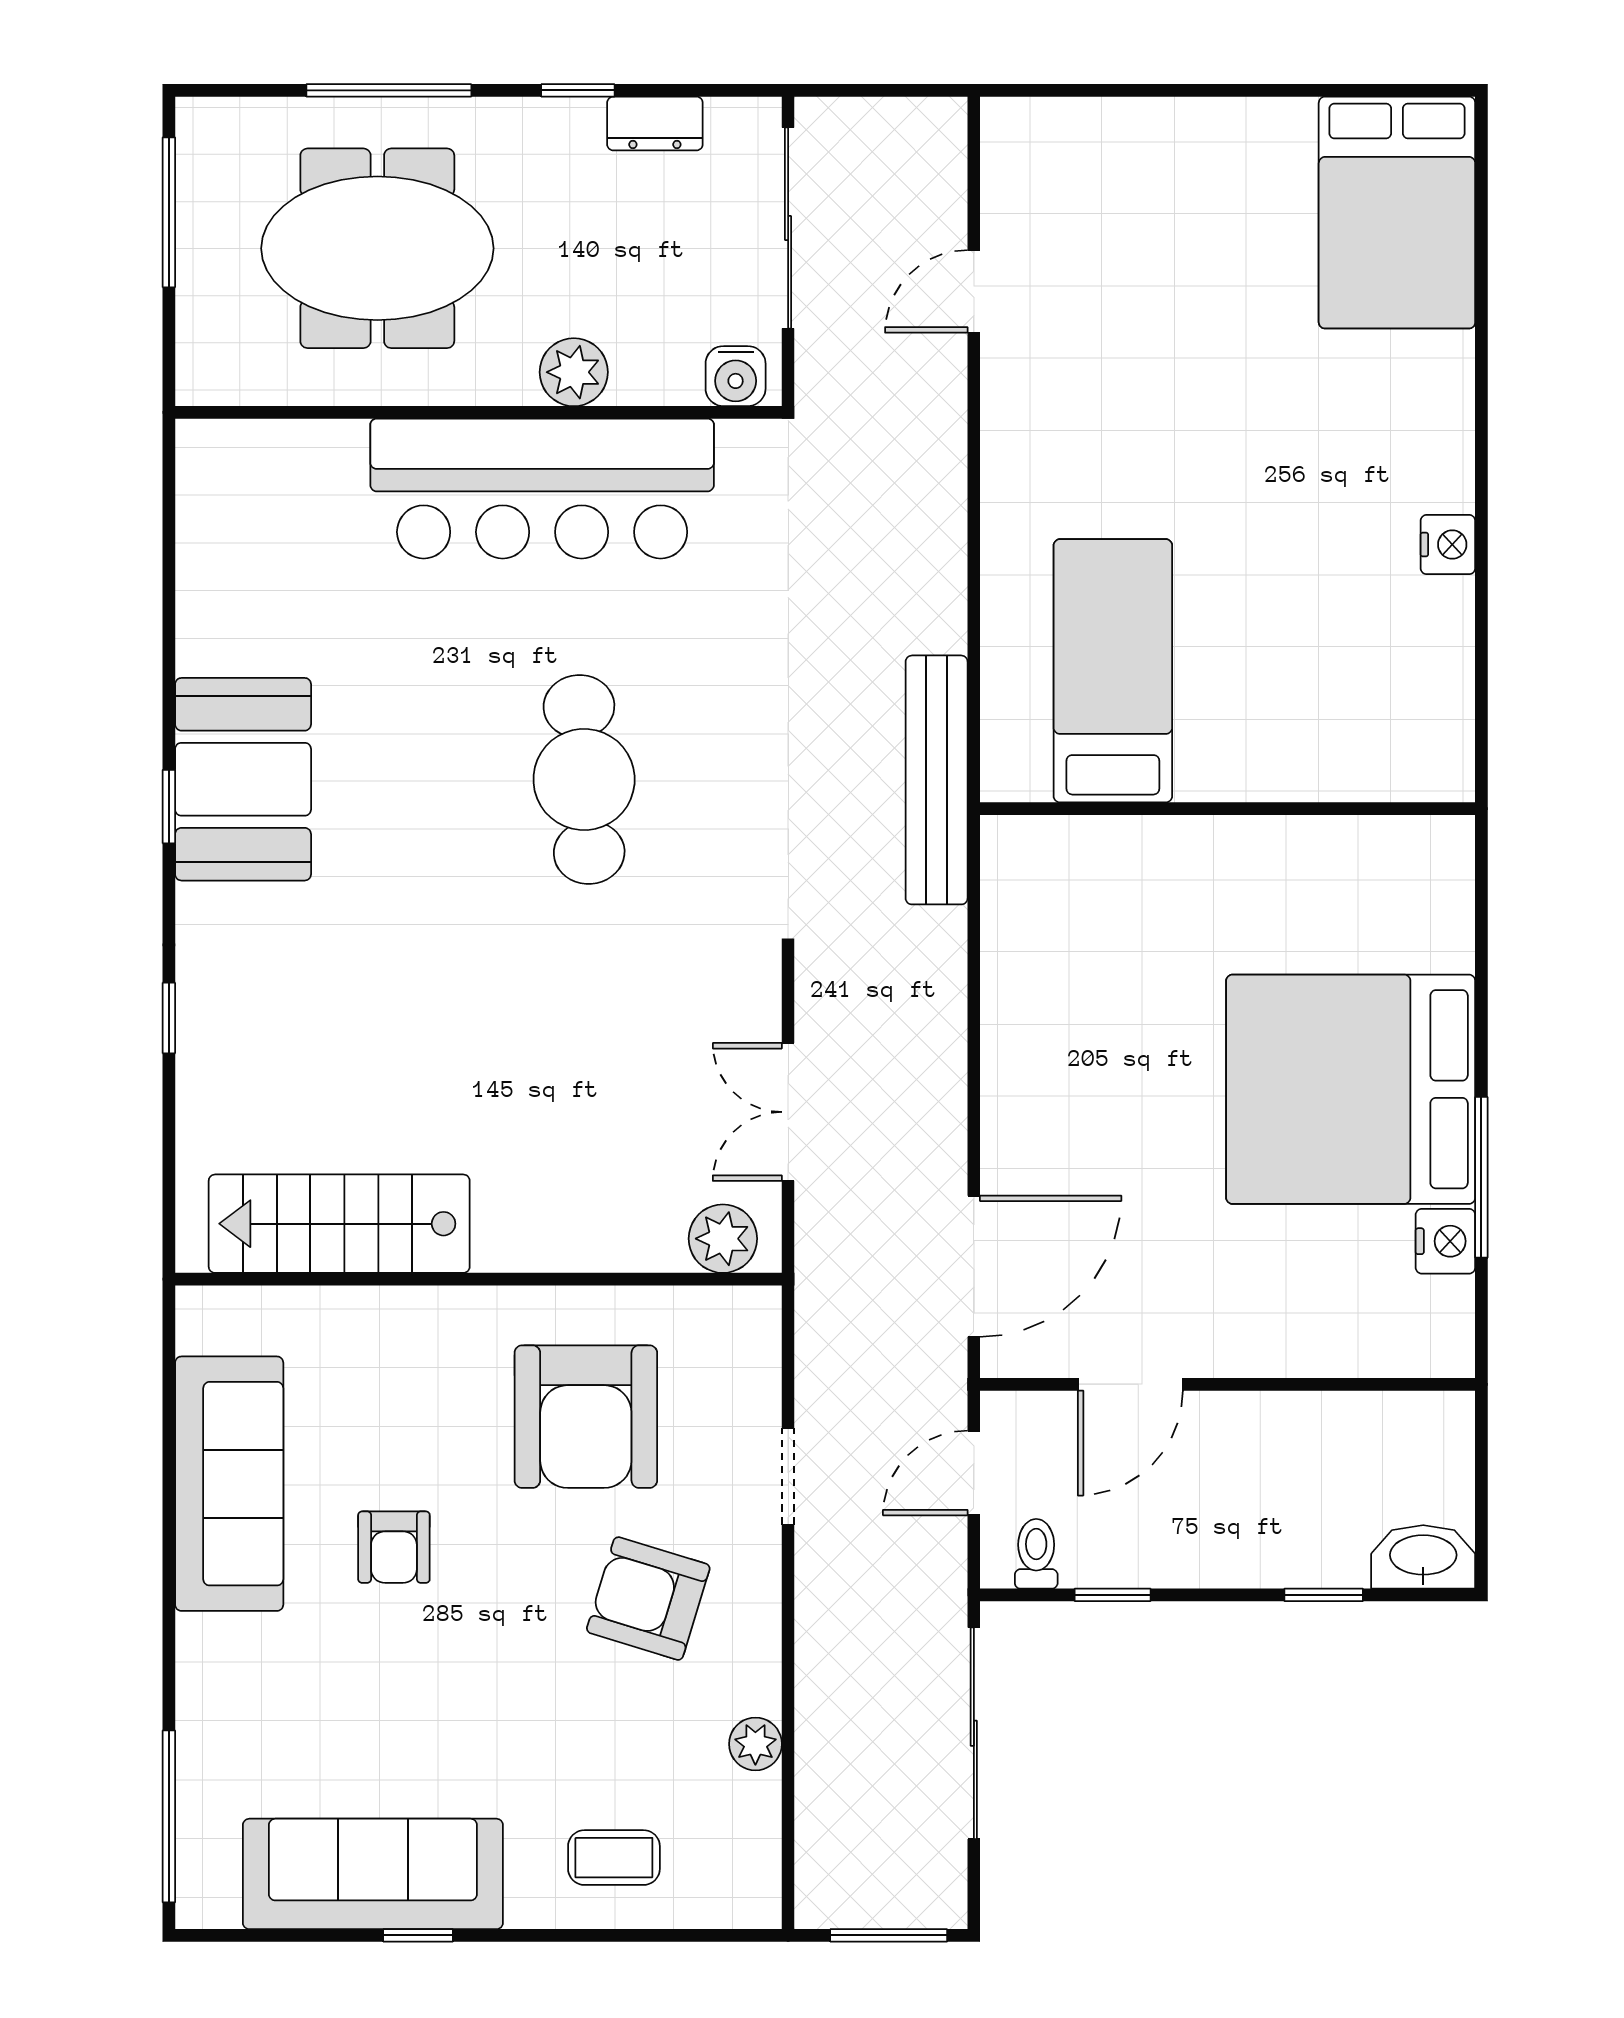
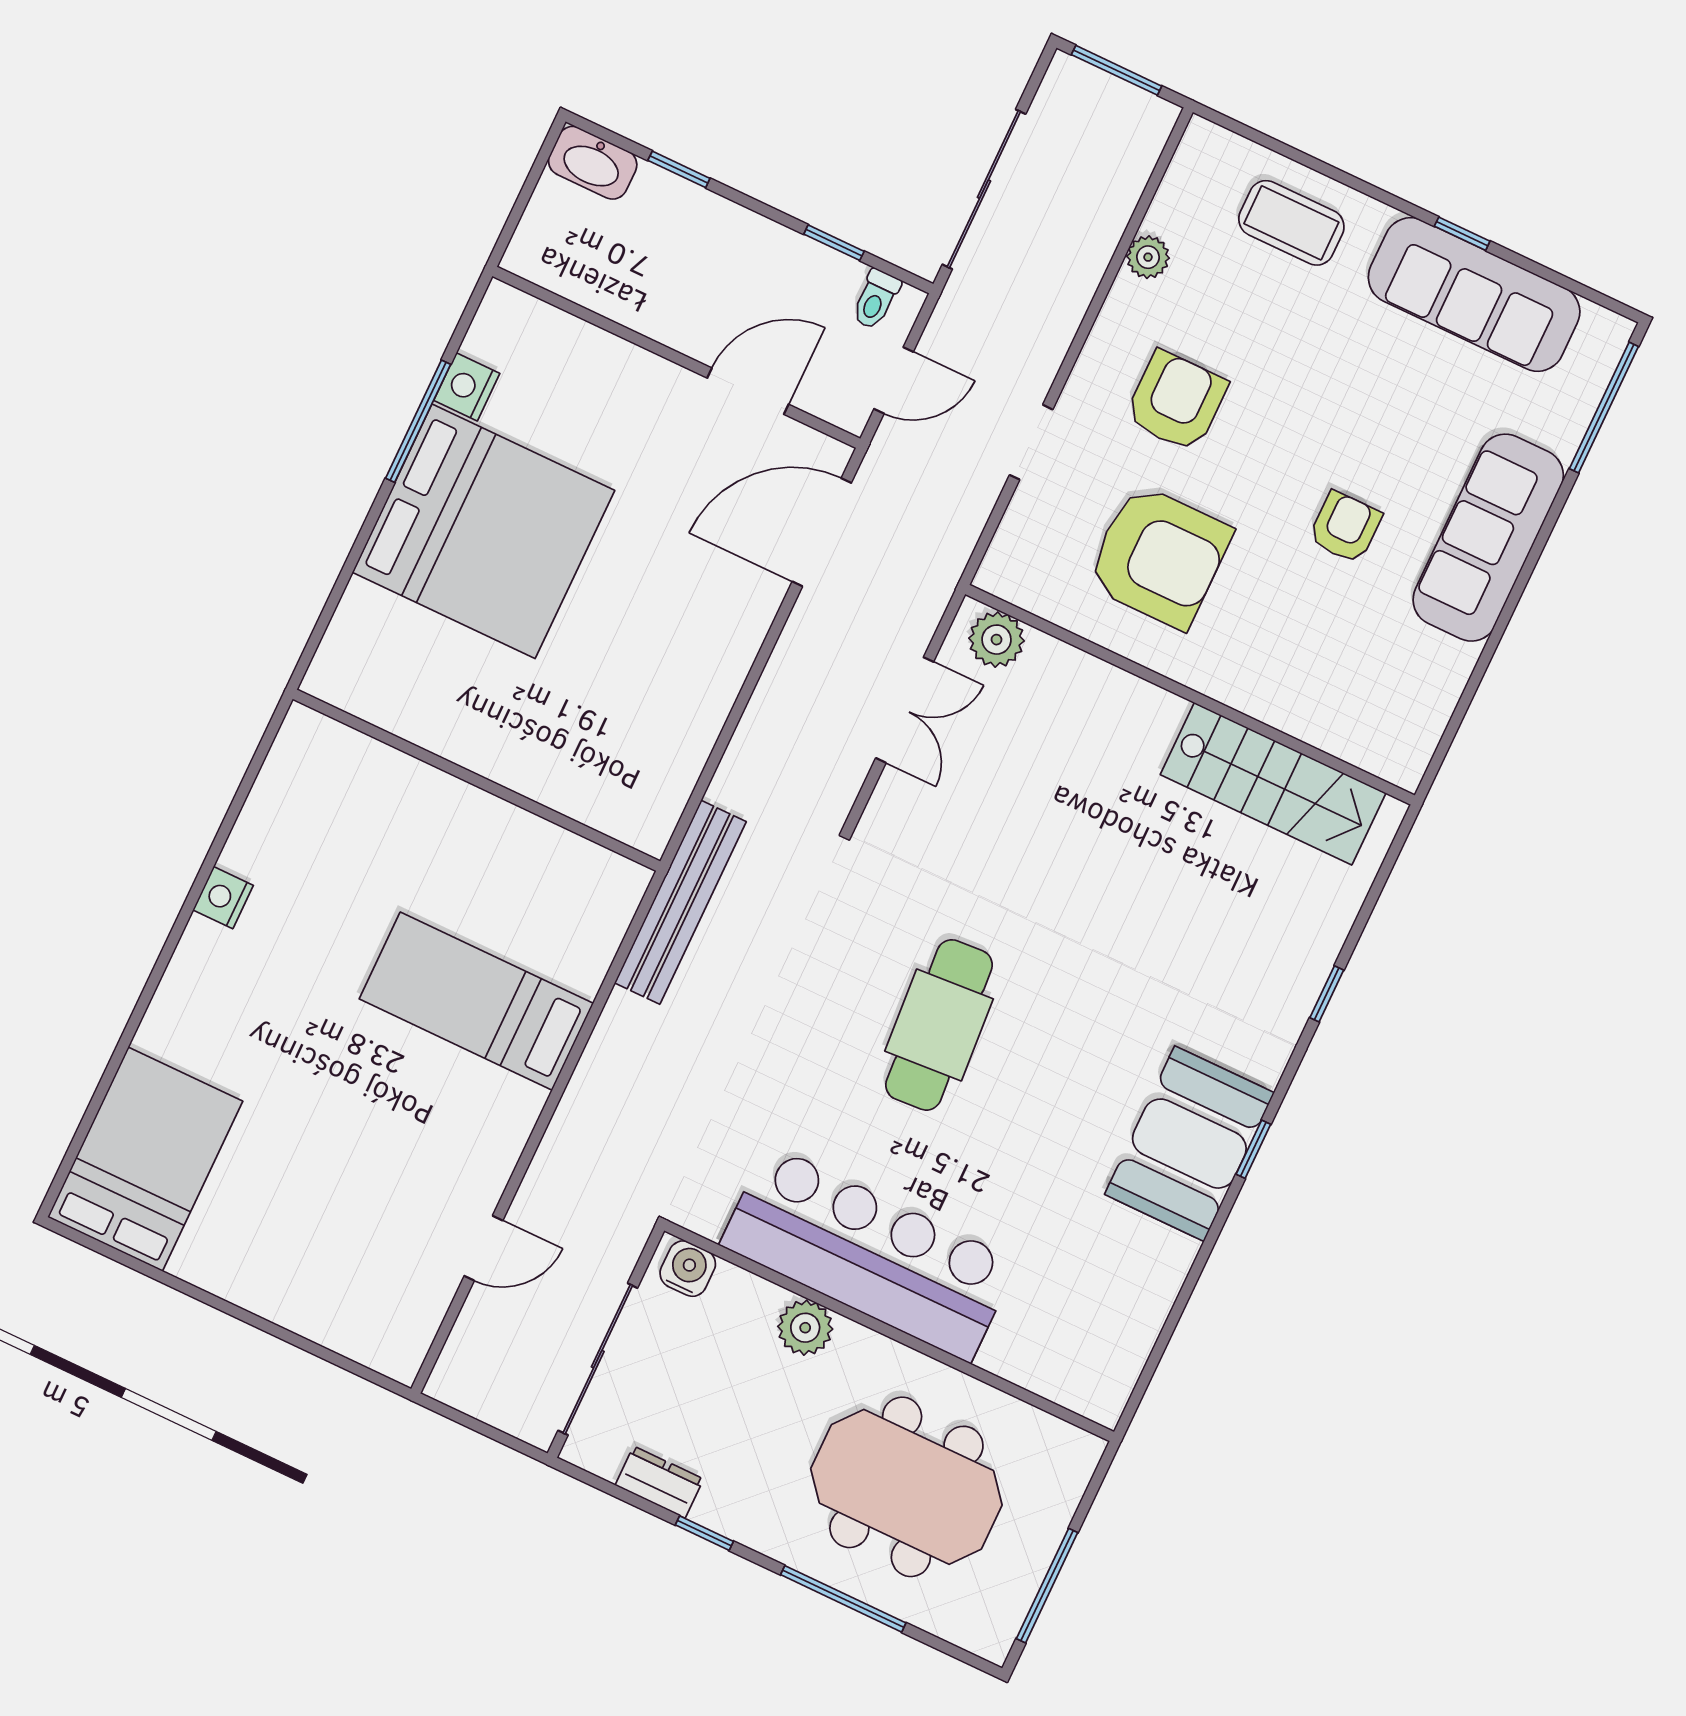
bed: (1113, 671) -> (476, 1001), moved, turned 90
armchair: (586, 1417) -> (1159, 556), turned 90
sofa: (229, 1484) -> (1488, 538), moved
armchair: (648, 1599) -> (1176, 401), turned -107
coffee table: (614, 1858) -> (1291, 223), width x1.36, depth x1.30

